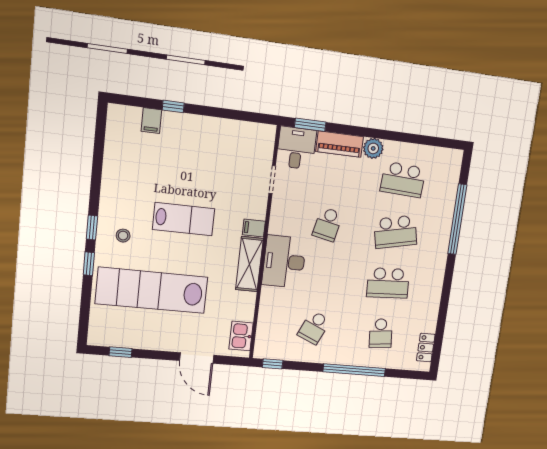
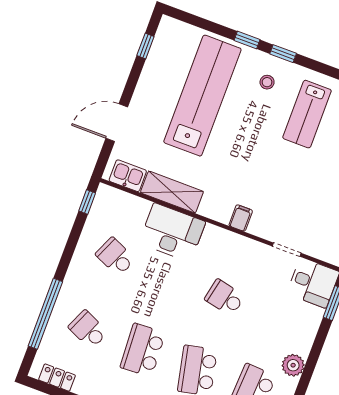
piano: (340, 144) -> (306, 330), removed
lab bench: (184, 219) -> (307, 114), moved
desk: (284, 262) -> (172, 232), moved
shelving: (249, 264) -> (172, 192), moved
school desk: (381, 333) -> (88, 330), turned 30
window: (354, 370) -> (45, 314), moved

